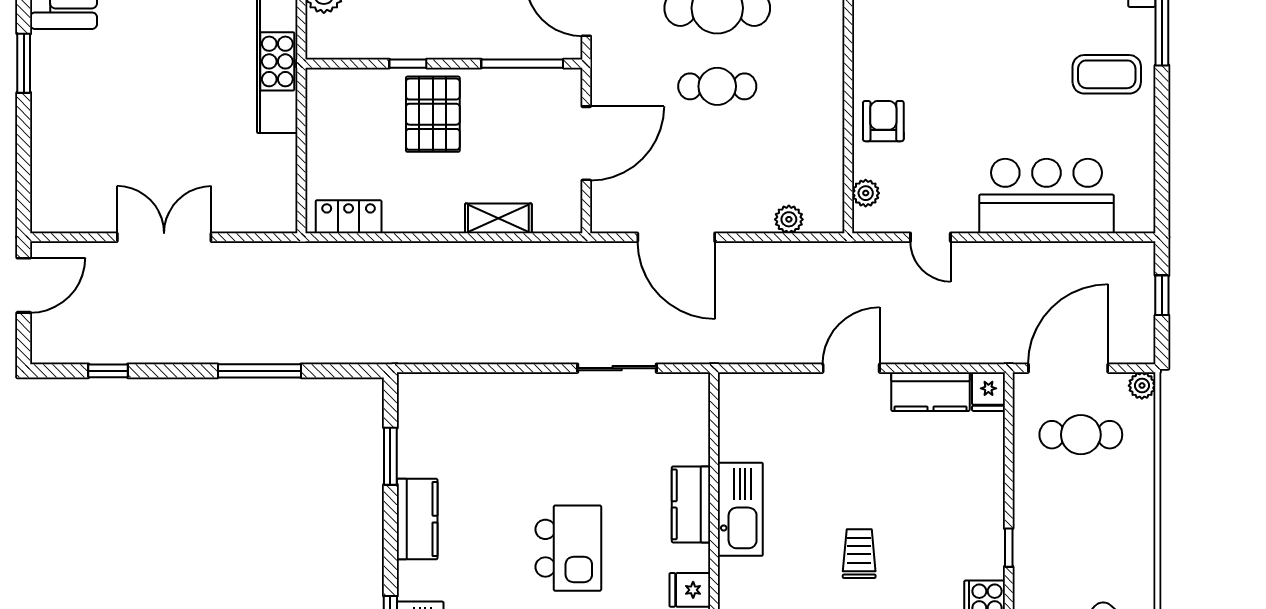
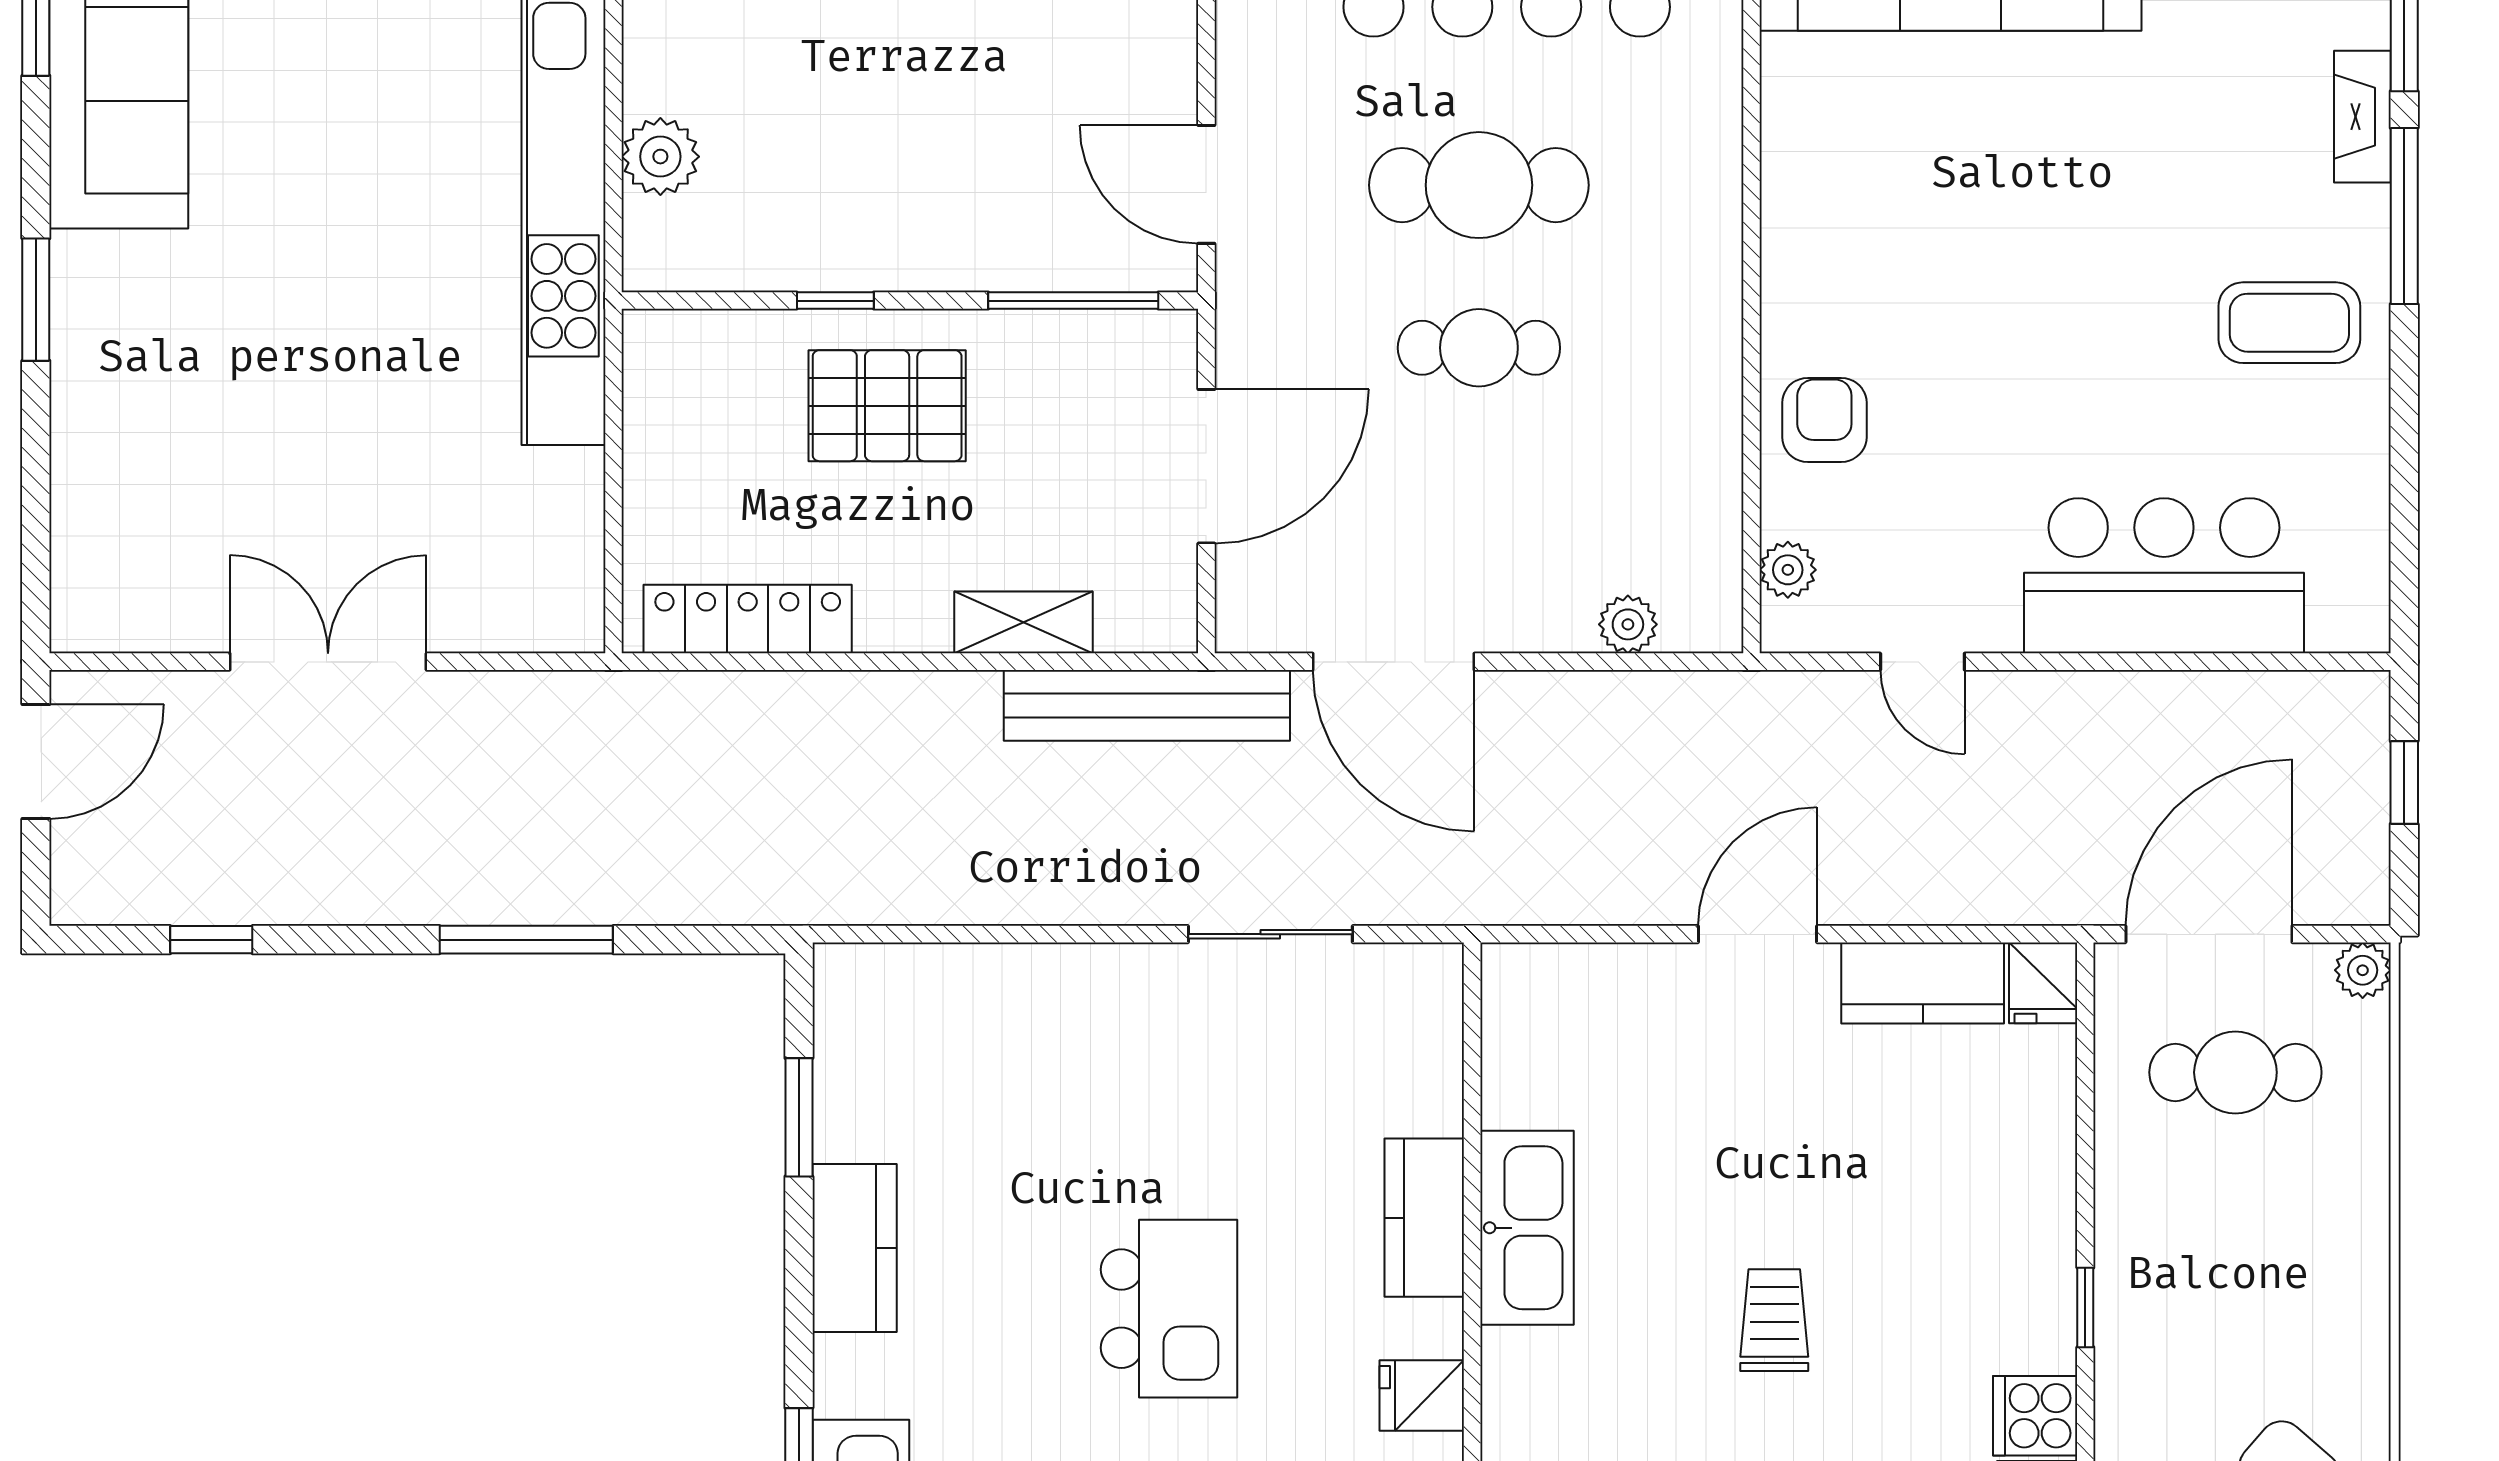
pallet: (433, 114) -> (887, 406), turned 90
locker: (349, 217) -> (748, 619), width x1.53
bench: (558, 258) -> (1147, 705), added

